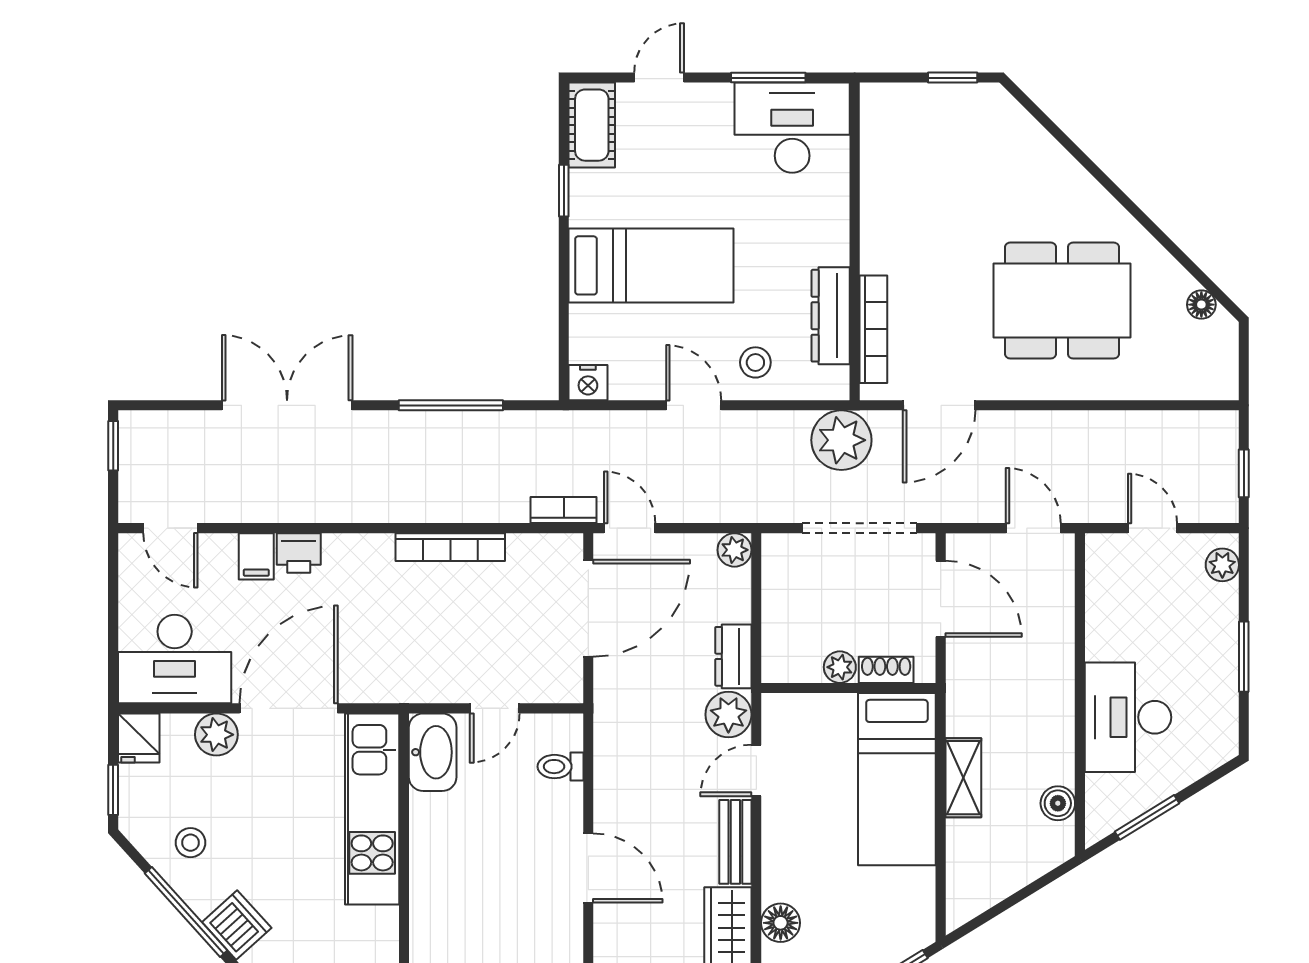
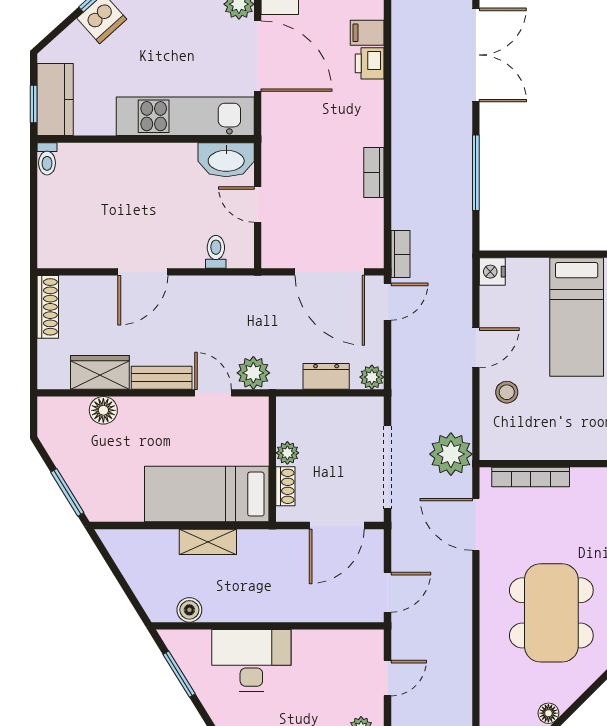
dresser: (831, 316) -> (540, 446), removed
bookcase: (450, 547) -> (374, 172), width x0.64
dresser: (733, 656) -> (326, 376), moved

